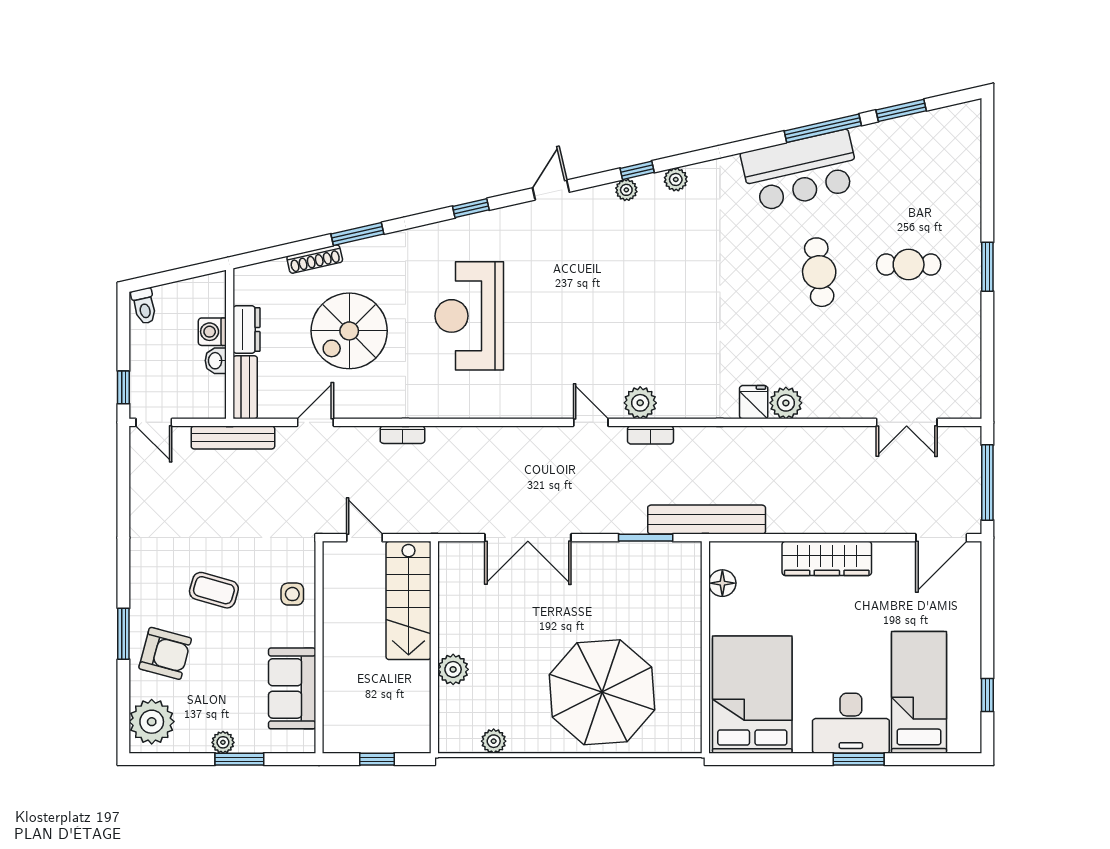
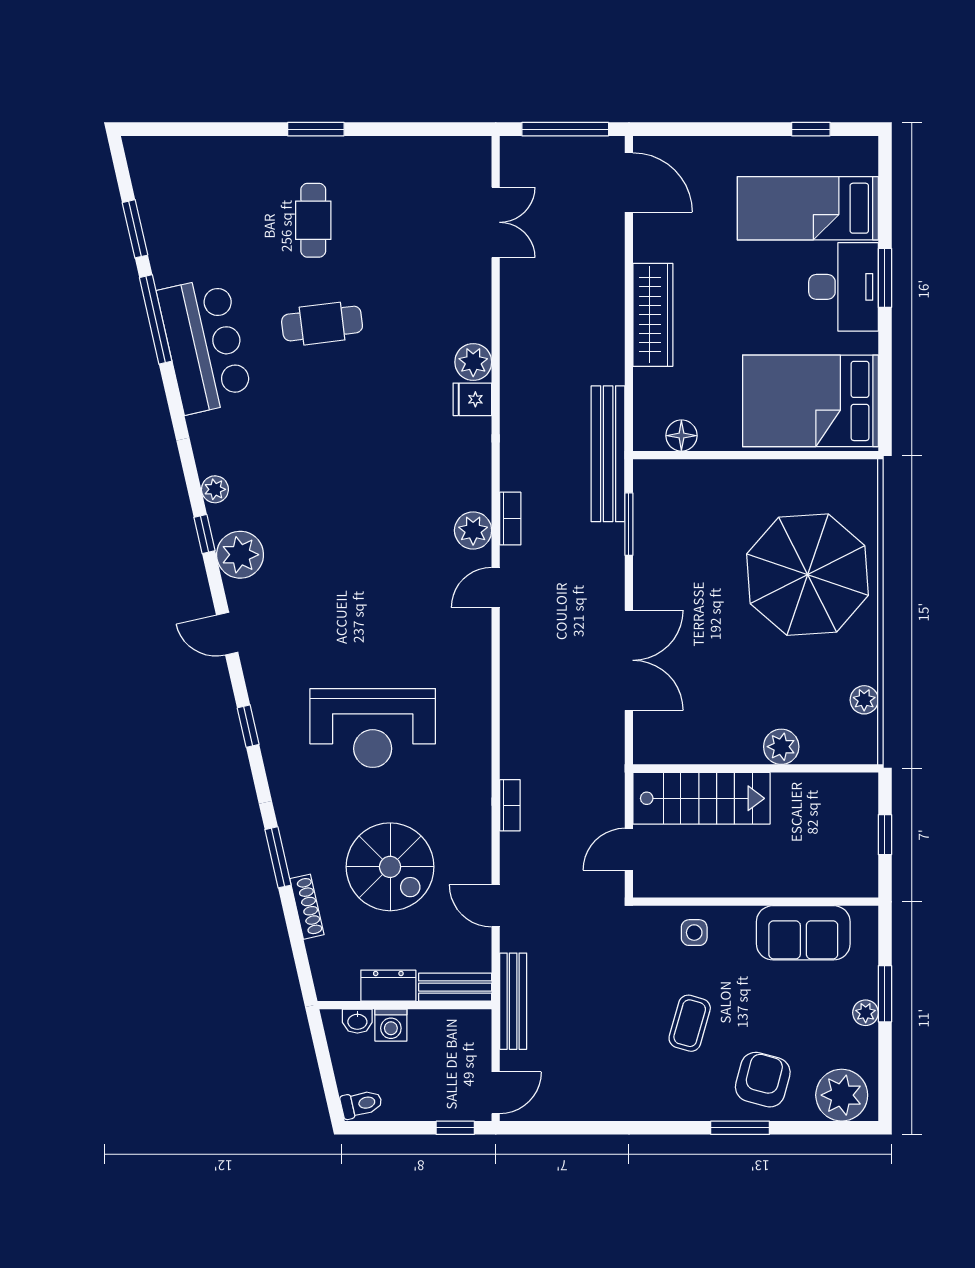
plant: (626, 190) -> (240, 555), width x1.88, depth x1.88
washbasin: (216, 361) -> (357, 1021), moved

